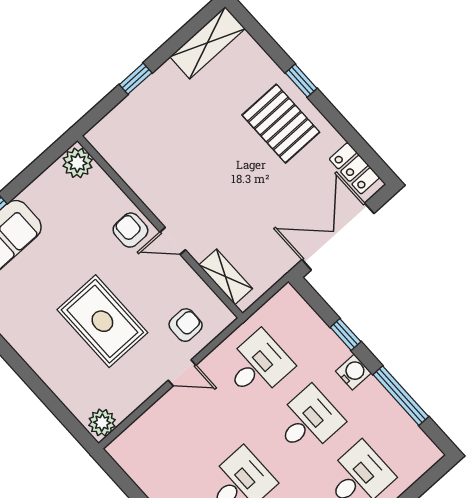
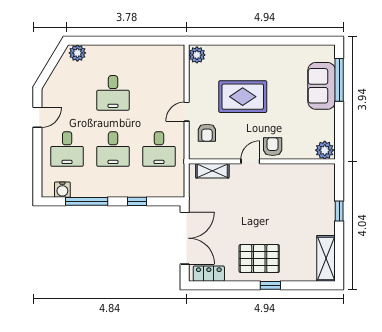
armchair: (130, 230) -> (273, 147), turned -90
water cooler: (353, 372) -> (62, 190), moved

